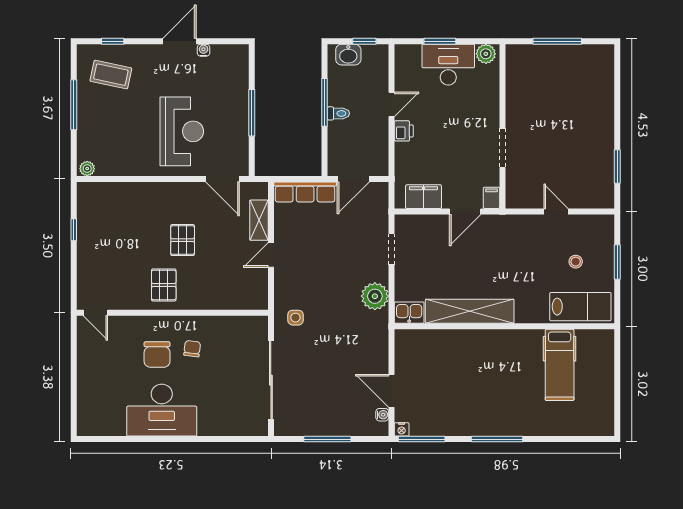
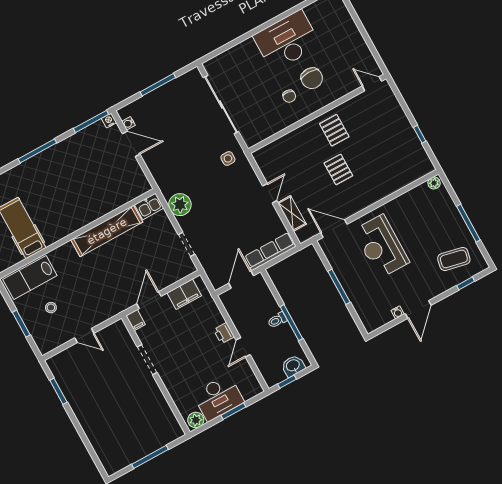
chair: (157, 355) -> (312, 78), turned 180

